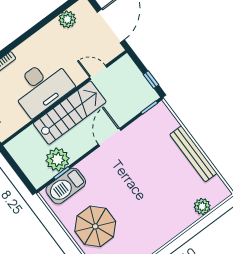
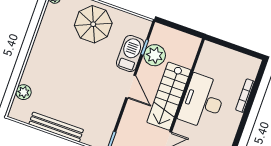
door: (110, 137) -> (131, 87), moved
barbecue: (66, 186) -> (130, 54), moved

